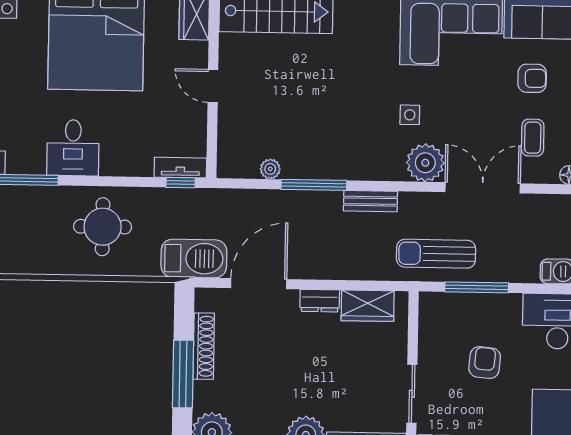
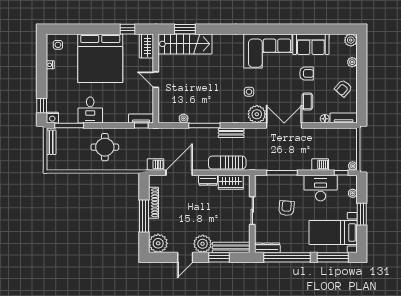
sun lounger: (436, 254) -> (227, 163), moved
barbecue: (194, 258) -> (156, 164), width x0.53, depth x0.65
sliding door: (412, 394) -> (252, 211), moved

